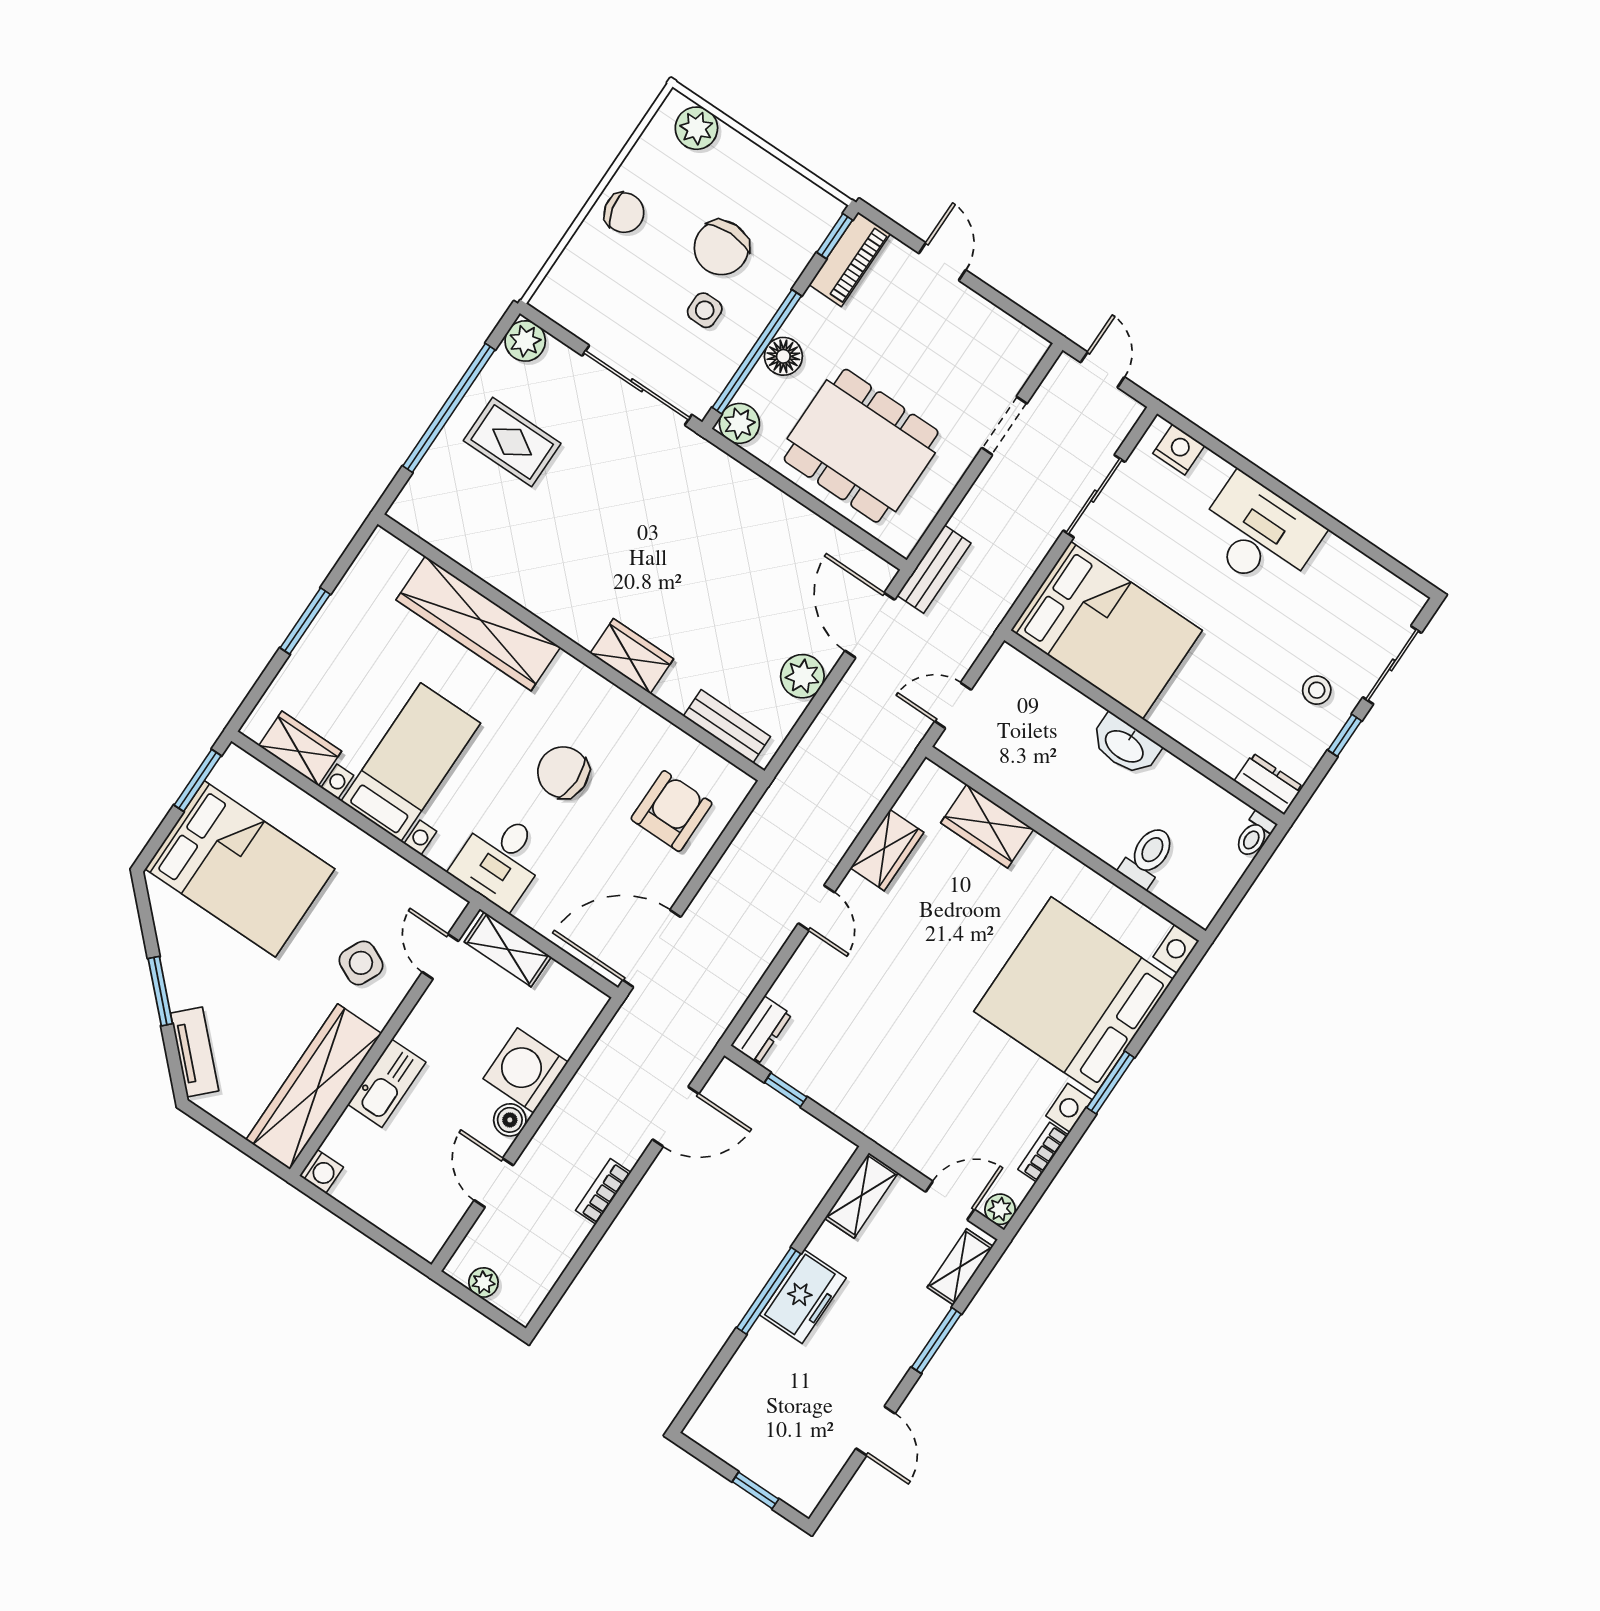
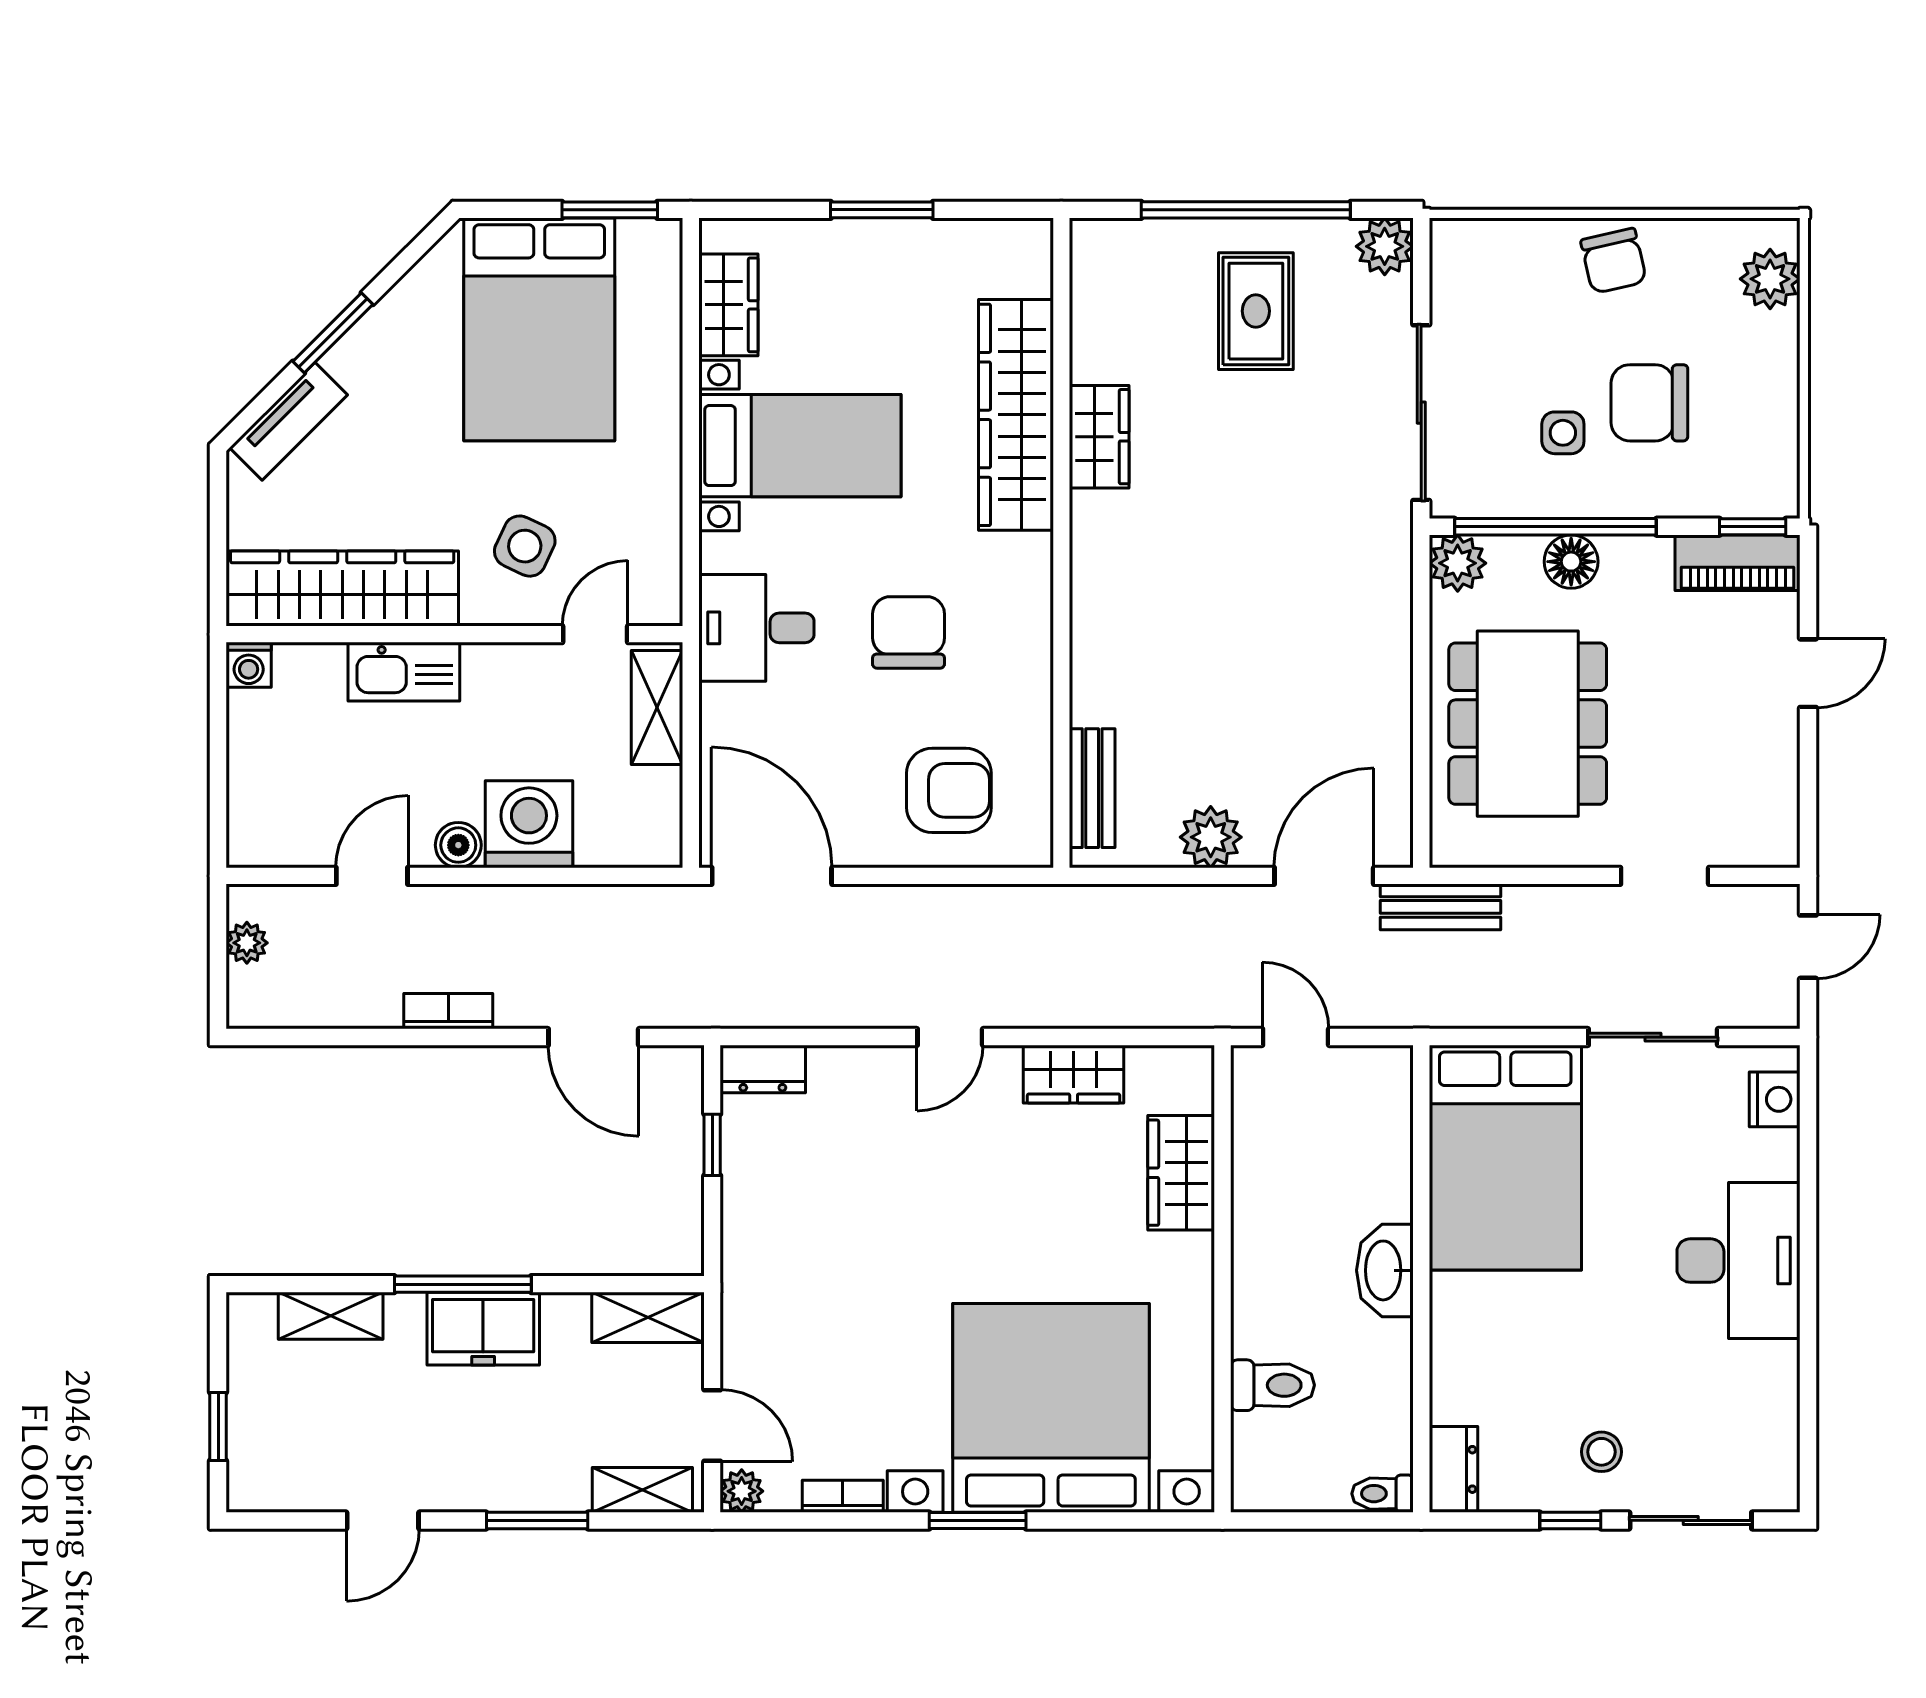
wardrobe: (632, 656) -> (1099, 437), moved
shelving: (735, 1381) -> (331, 1316), added

